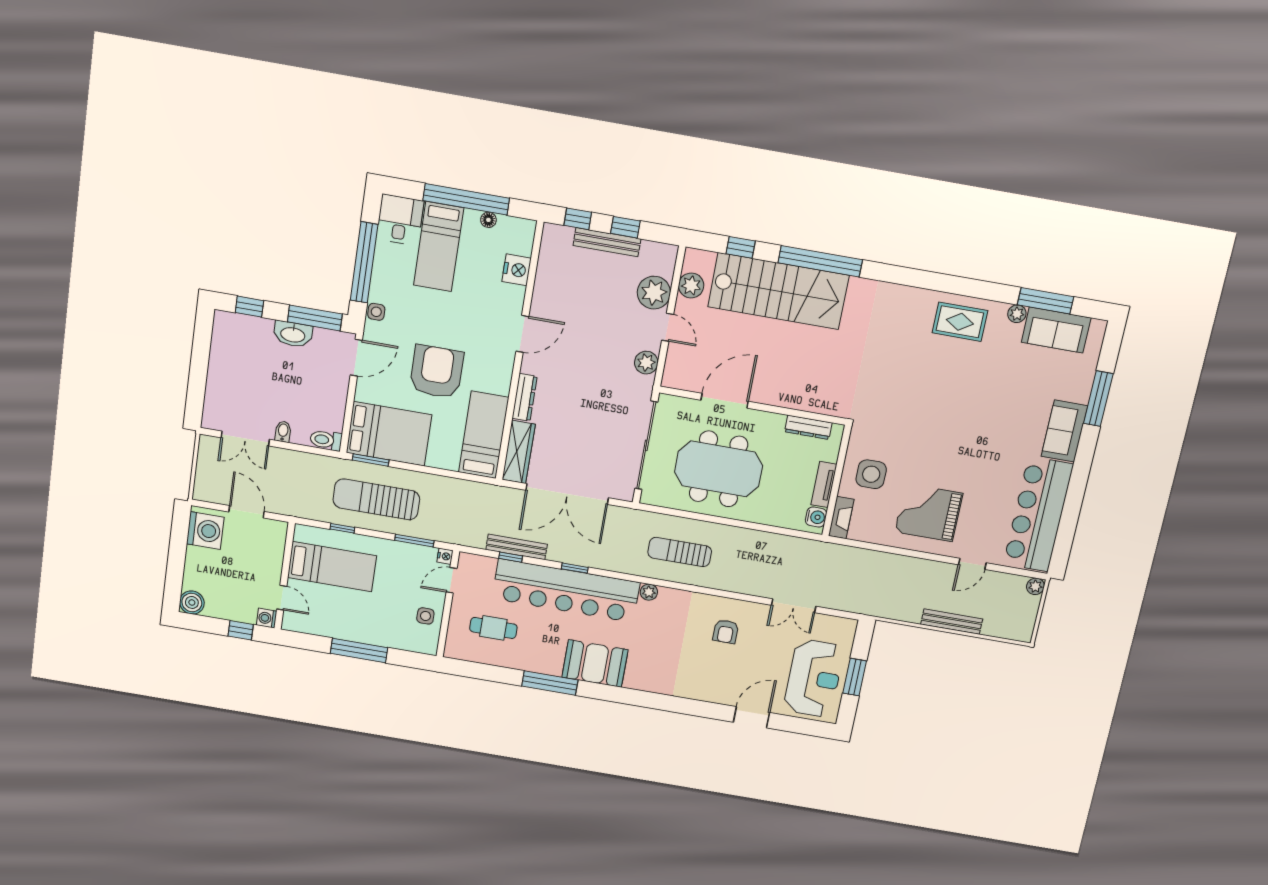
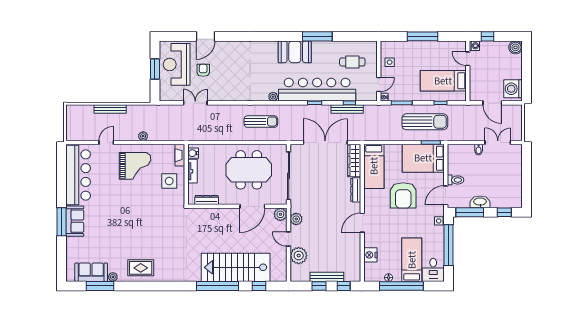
plant: (691, 286) -> (280, 214), moved
window: (1098, 399) -> (61, 222), moved
toilet: (326, 440) -> (456, 180), moved
plant: (1035, 586) -> (143, 136), moved
armchair: (726, 631) -> (203, 70), moved

